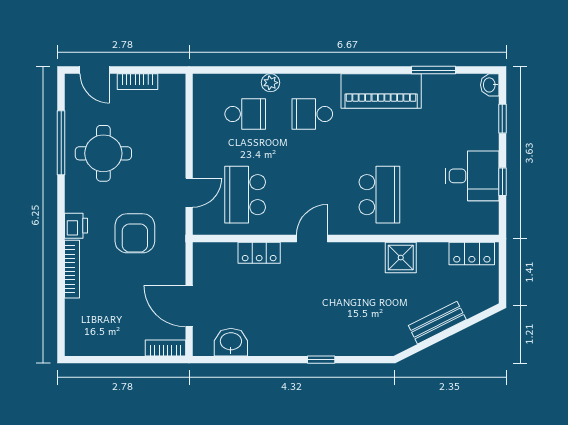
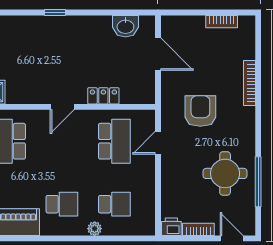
school desk: (245, 114) -> (114, 204), turned 180
printer: (76, 226) -> (171, 227), moved, turned 90
bookcase: (166, 348) -> (222, 22), moved

